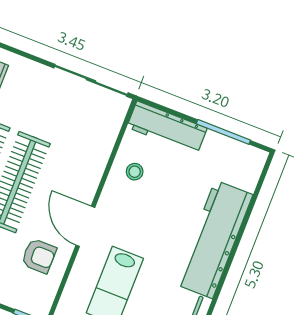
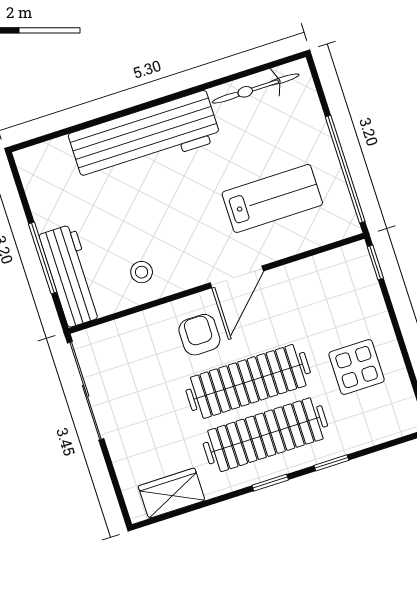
window: (223, 132) -> (43, 258), moved
armchair: (39, 256) -> (199, 335), moved

